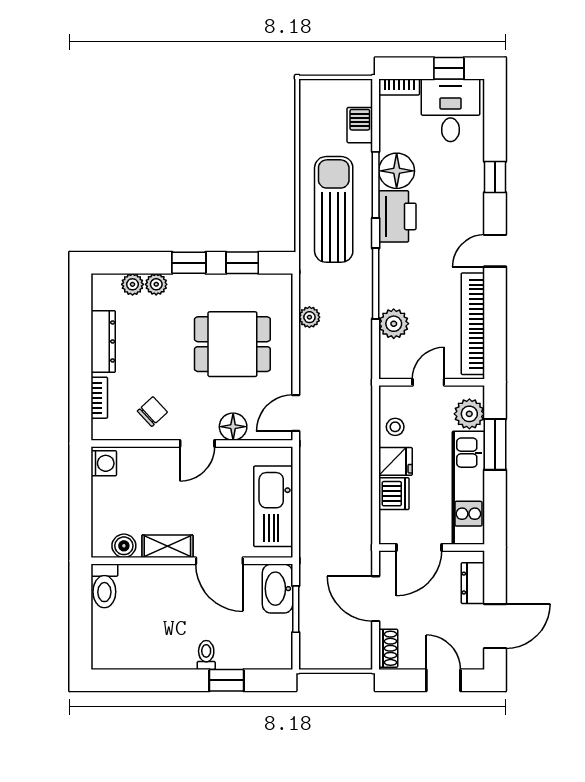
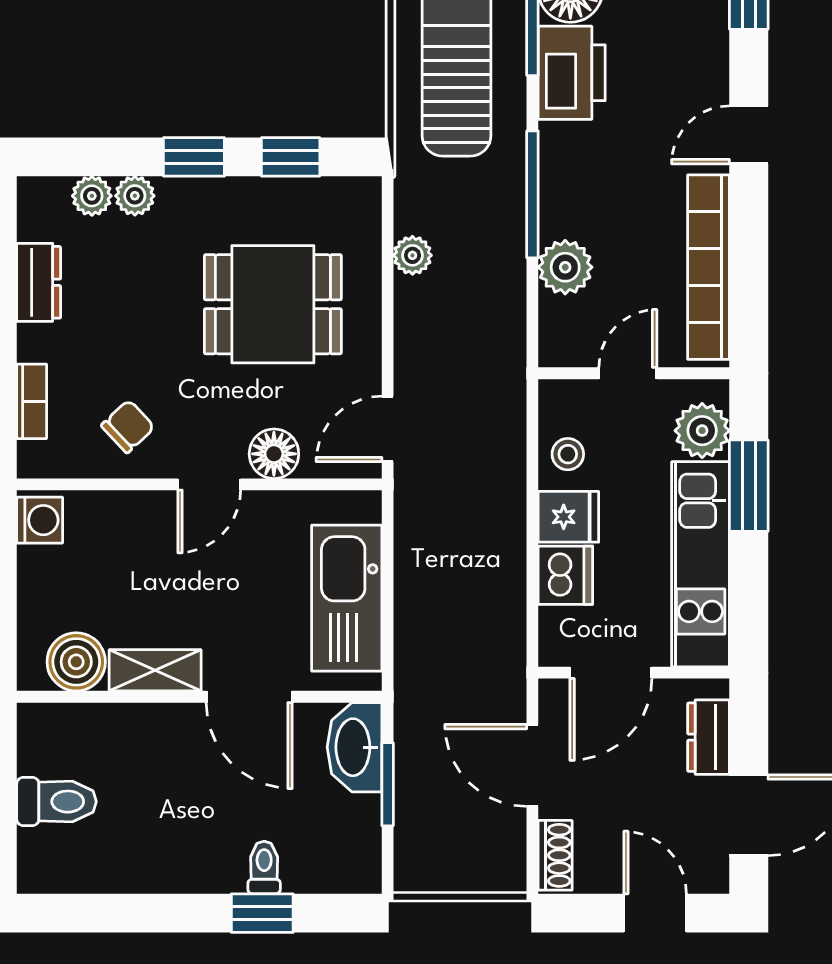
dresser: (103, 341) -> (39, 282), width x0.70
boiler: (124, 546) -> (76, 662), width x1.36, depth x1.36
toilet: (104, 586) -> (57, 802), moved, turned -90
toilet: (206, 655) -> (264, 867), moved

